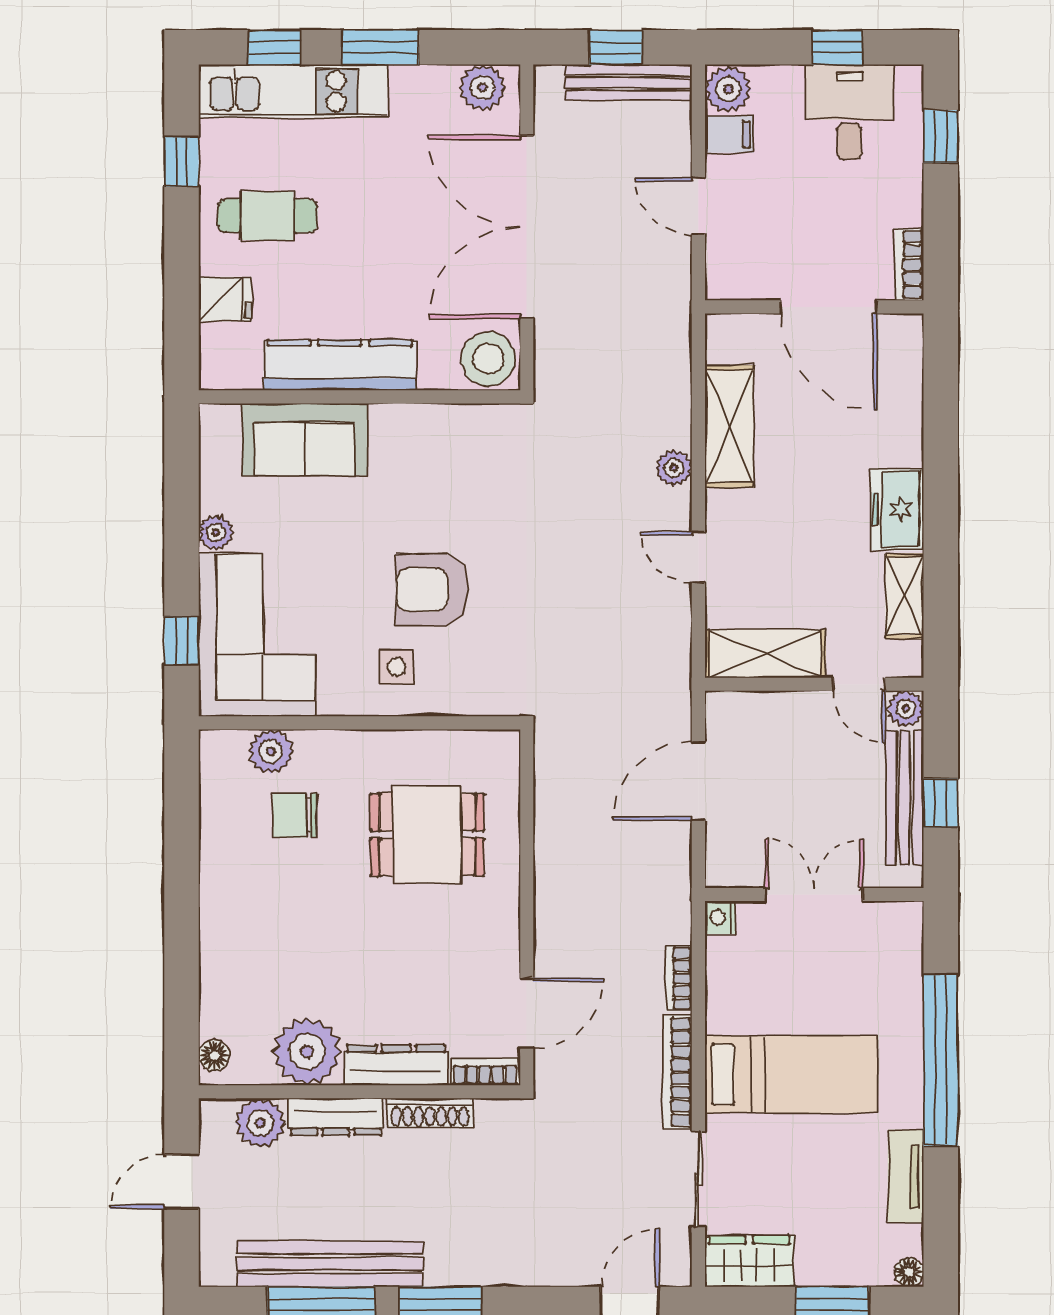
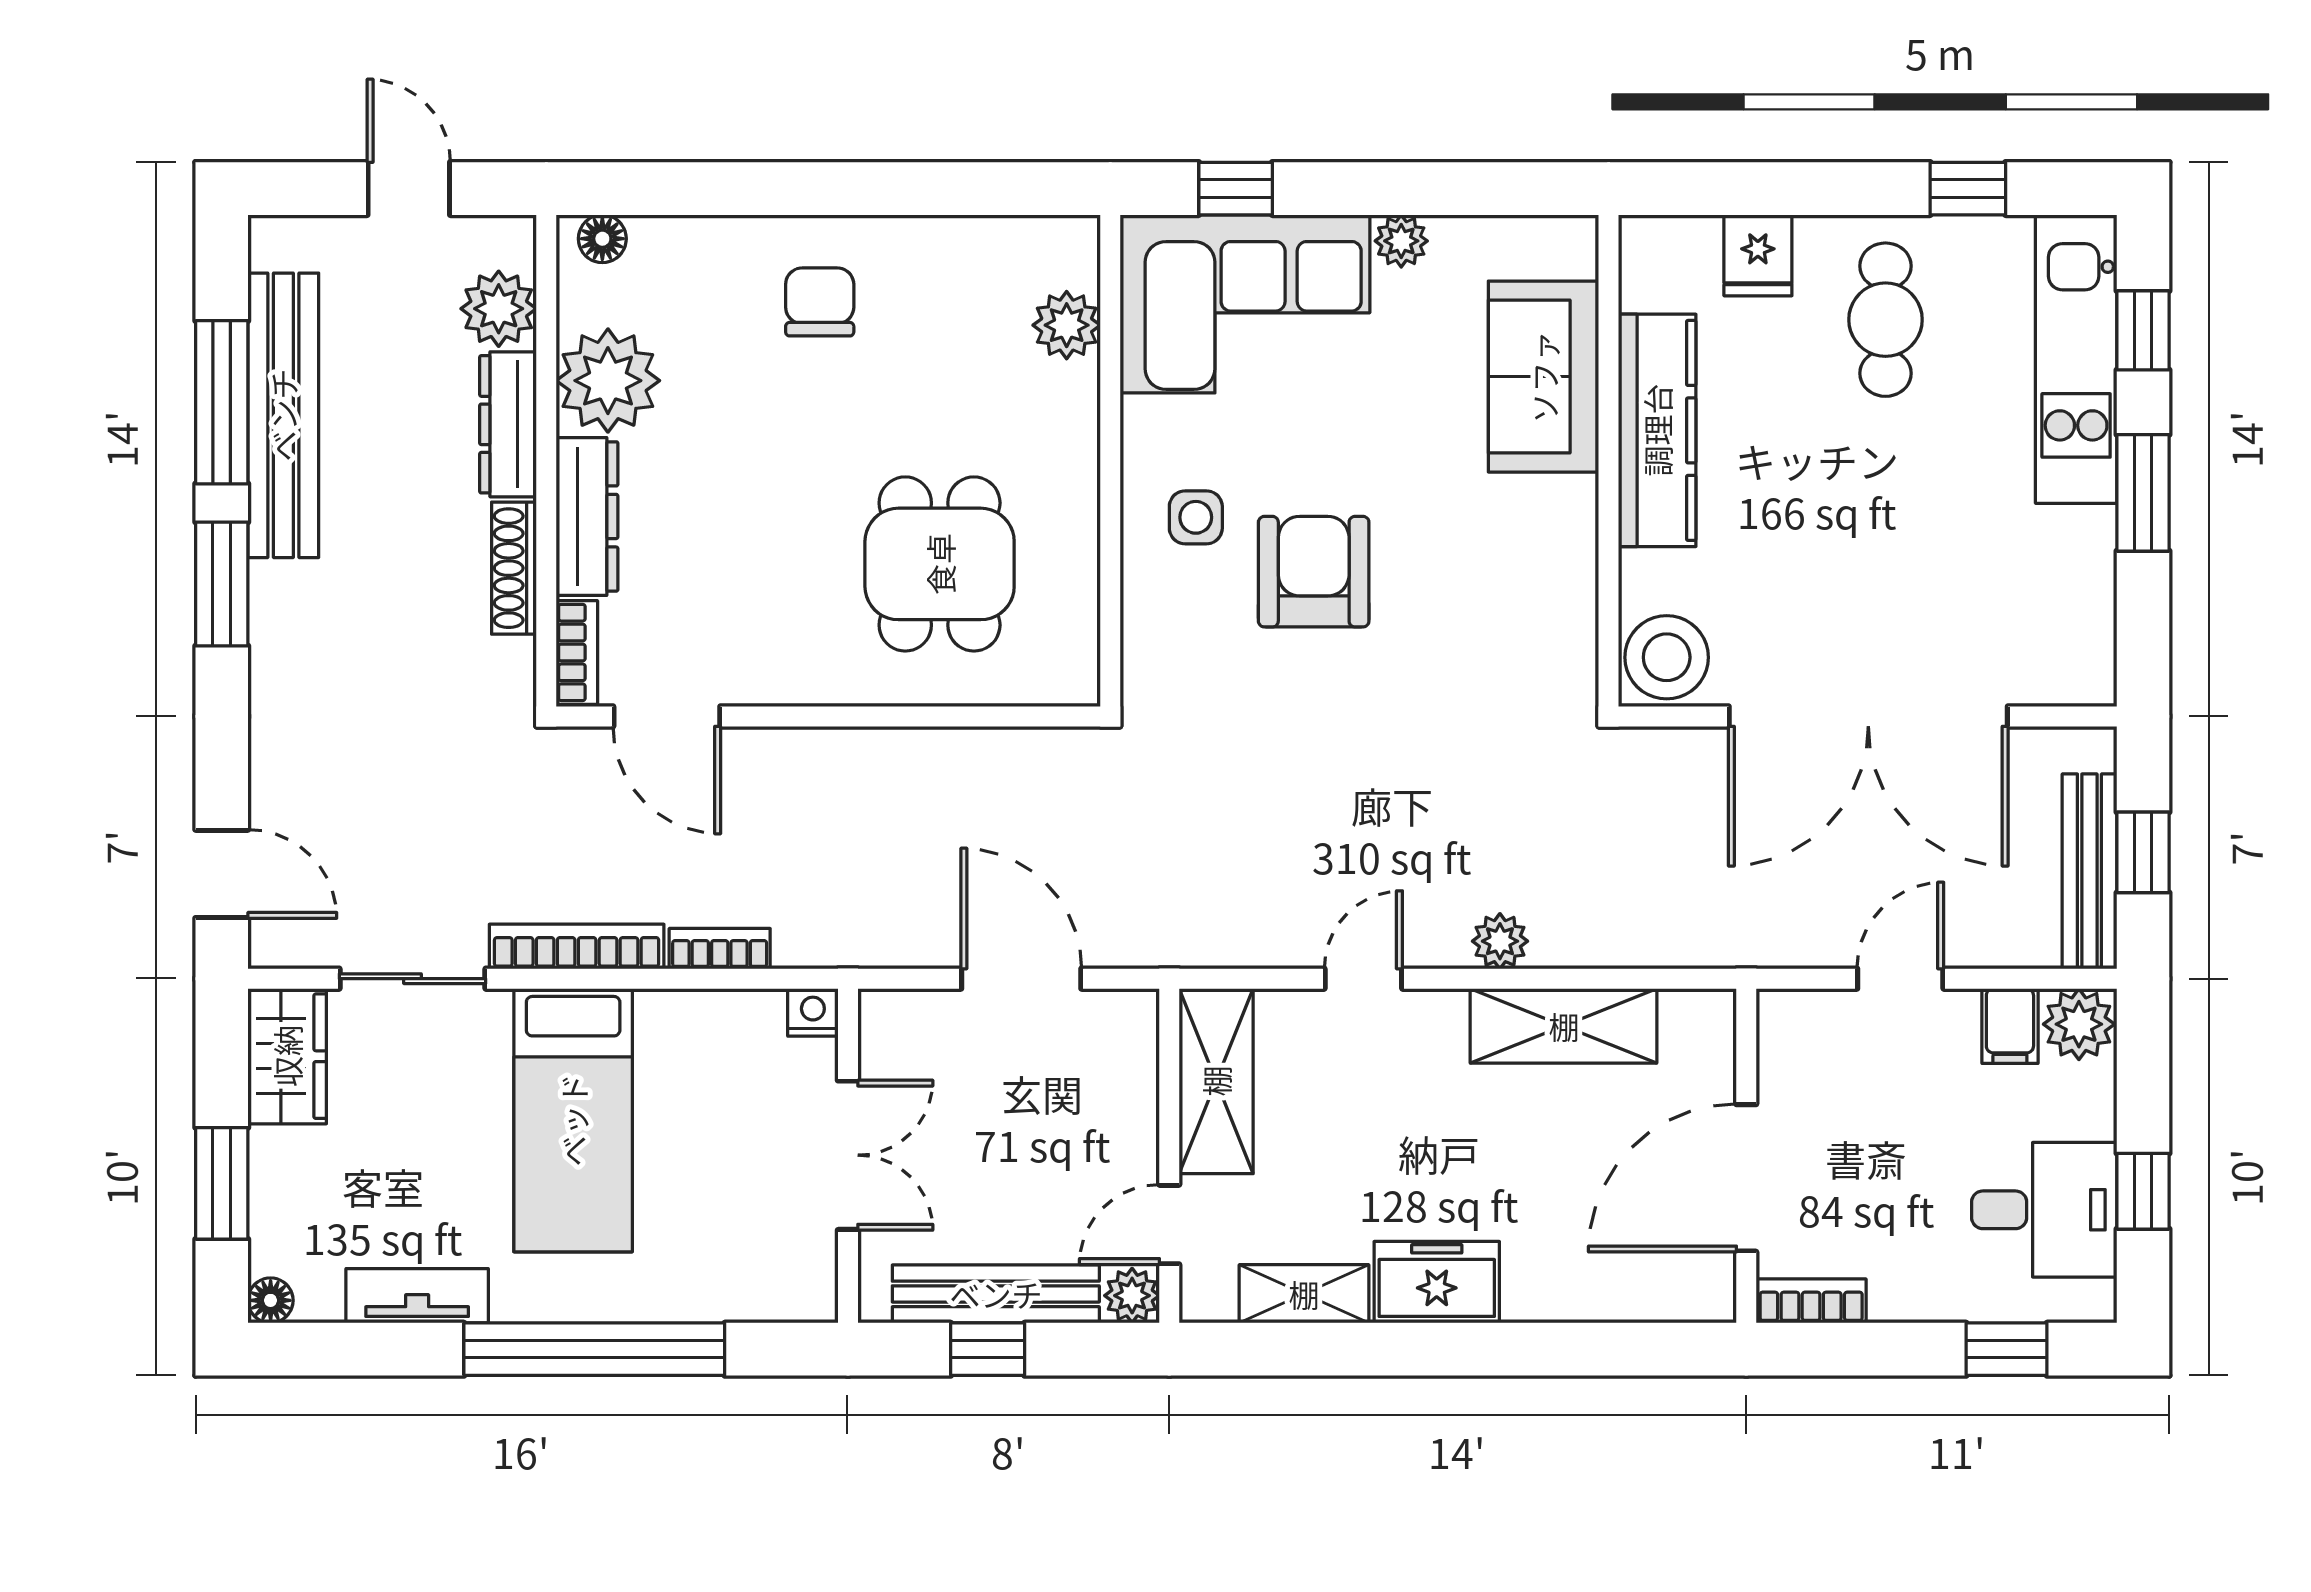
plant: (482, 88) -> (2082, 649), removed
double door: (527, 227) -> (1868, 716), swing flipped
chair: (295, 815) -> (820, 302), moved

